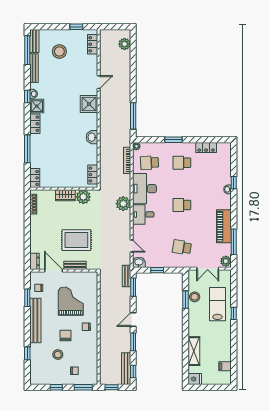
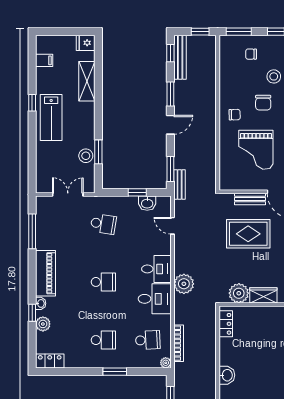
locker: (206, 148) -> (50, 361), moved
desk: (144, 189) -> (155, 299), width x0.73
piano: (224, 226) -> (46, 273), moved
plant: (226, 261) -> (43, 324), moved
washbasin: (139, 262) -> (147, 203), moved
lab bench: (217, 304) -> (51, 118), moved
window: (234, 313) -> (32, 103), moved

